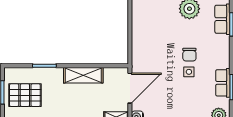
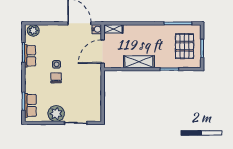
pallet: (25, 95) -> (185, 46), turned 90

